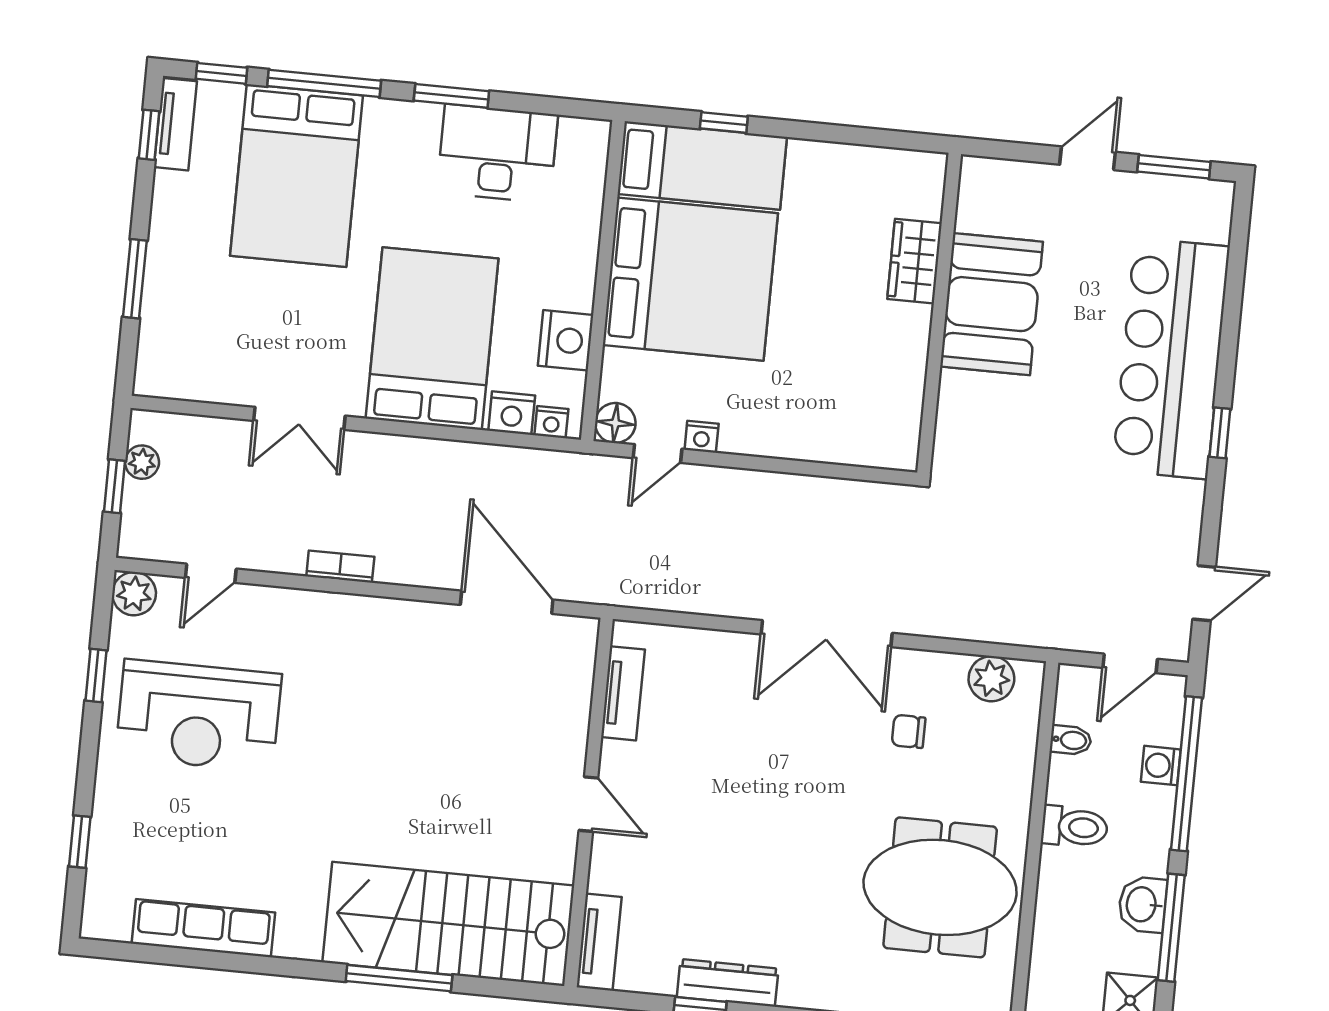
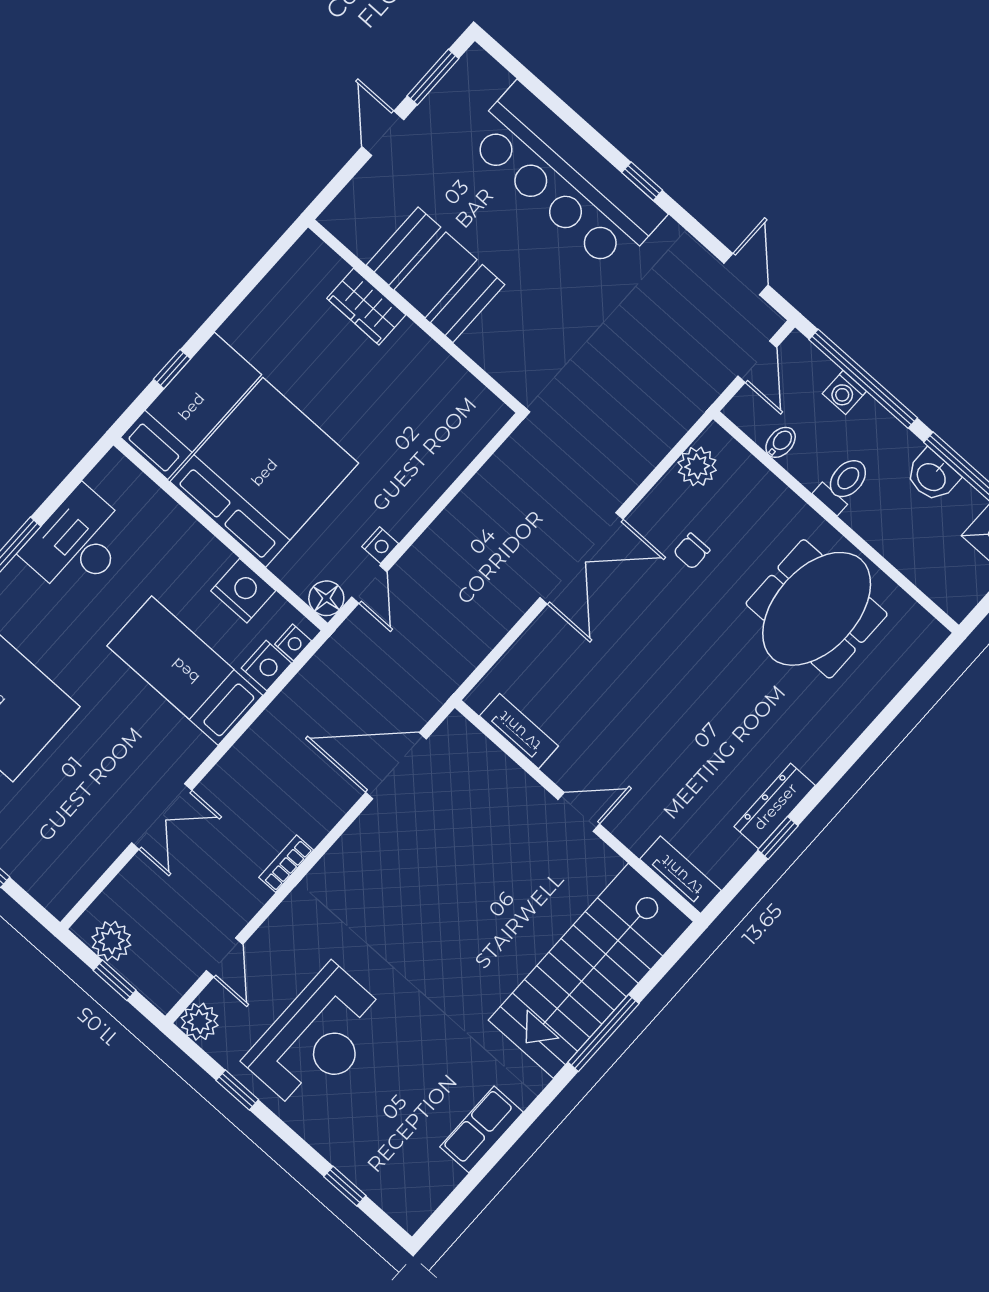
bed: (432, 339) -> (185, 671), width x0.67
plant: (142, 462) -> (111, 941), width x1.38, depth x1.38
row of seats: (203, 928) -> (482, 1129), width x0.68

